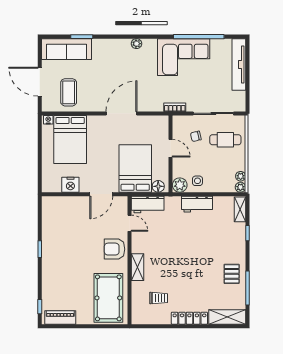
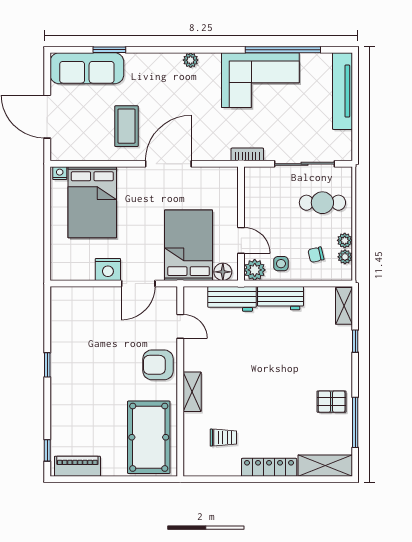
coffee table: (69, 92) -> (126, 126), moved
chair: (196, 136) -> (316, 255), moved
door: (171, 148) -> (241, 240), moved
nightstand: (70, 185) -> (108, 269), moved
plant: (240, 187) -> (345, 240), moved
workbench: (148, 205) -> (232, 299), moved
pallet: (232, 274) -> (332, 402), turned 90

